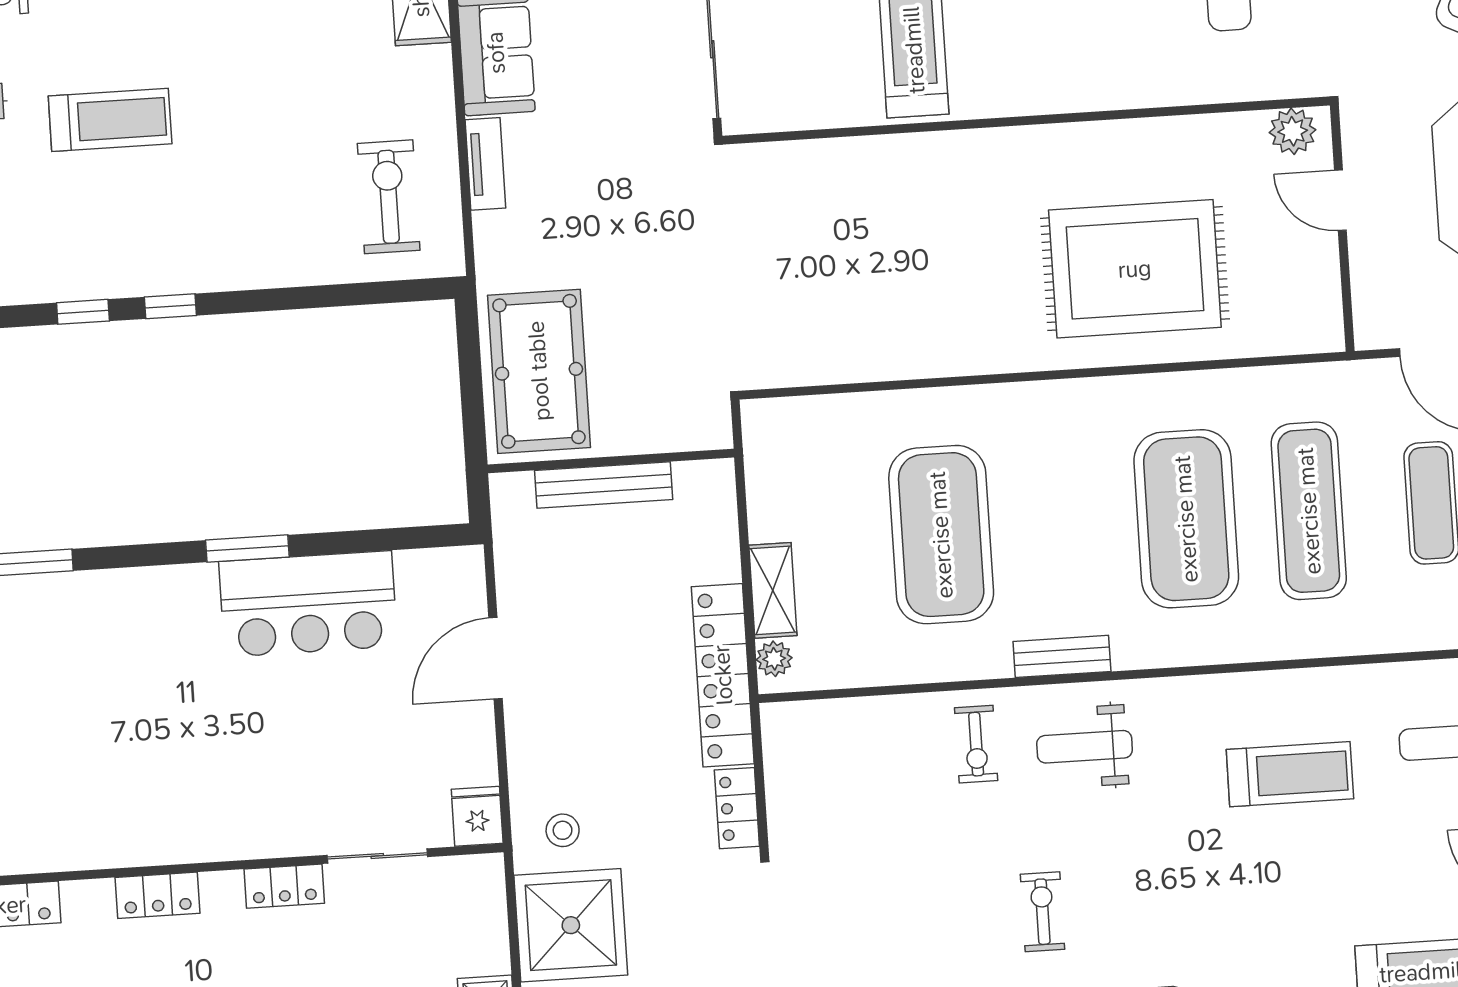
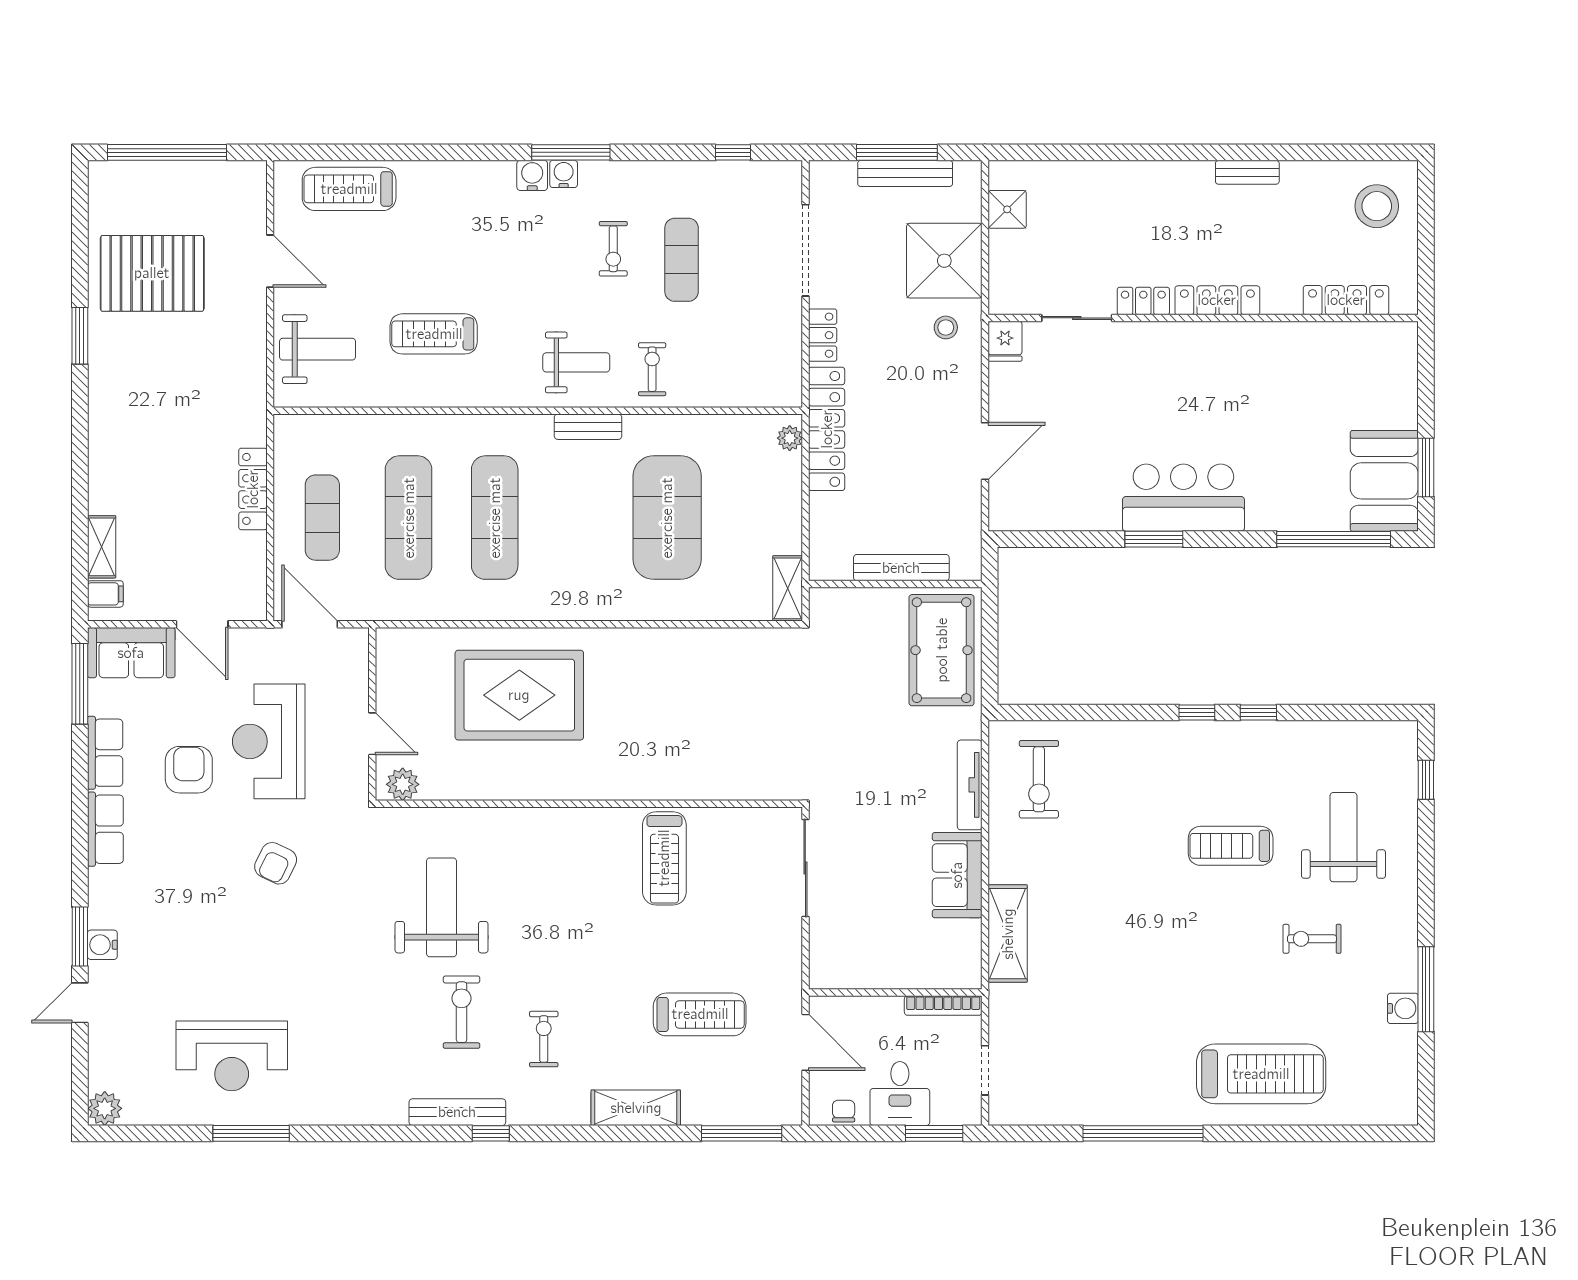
tv unit: (485, 164) -> (970, 785), width x1.41
exercise mat: (1186, 519) -> (495, 518), width x0.68
shelving: (773, 590) -> (788, 588), moved
bar counter: (308, 604) -> (1183, 498), moved
locker: (157, 895) -> (1217, 300), width x1.53
exercise mat: (944, 902) -> (682, 260), added

